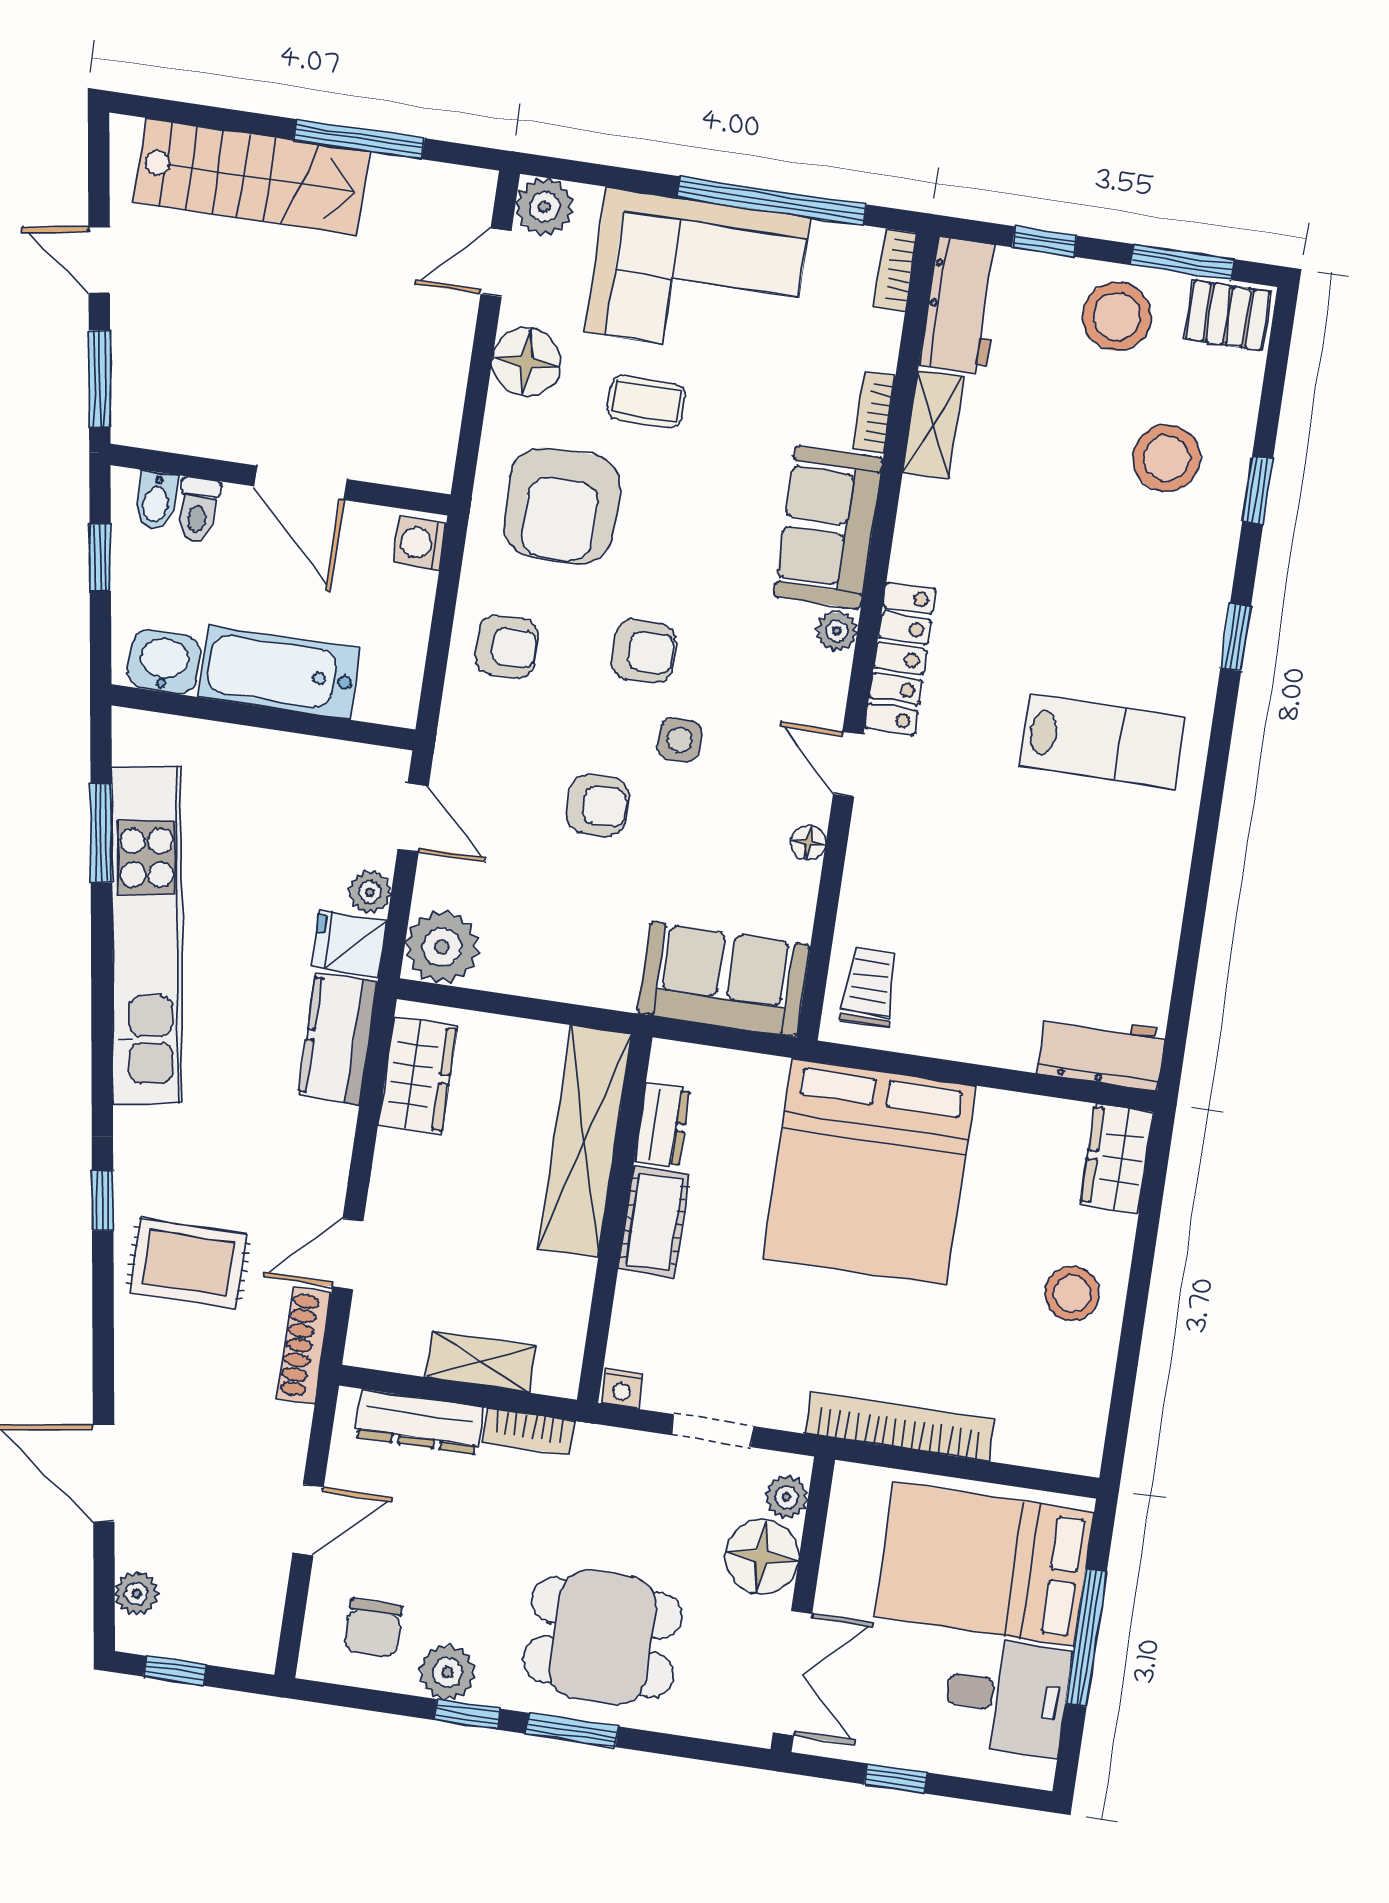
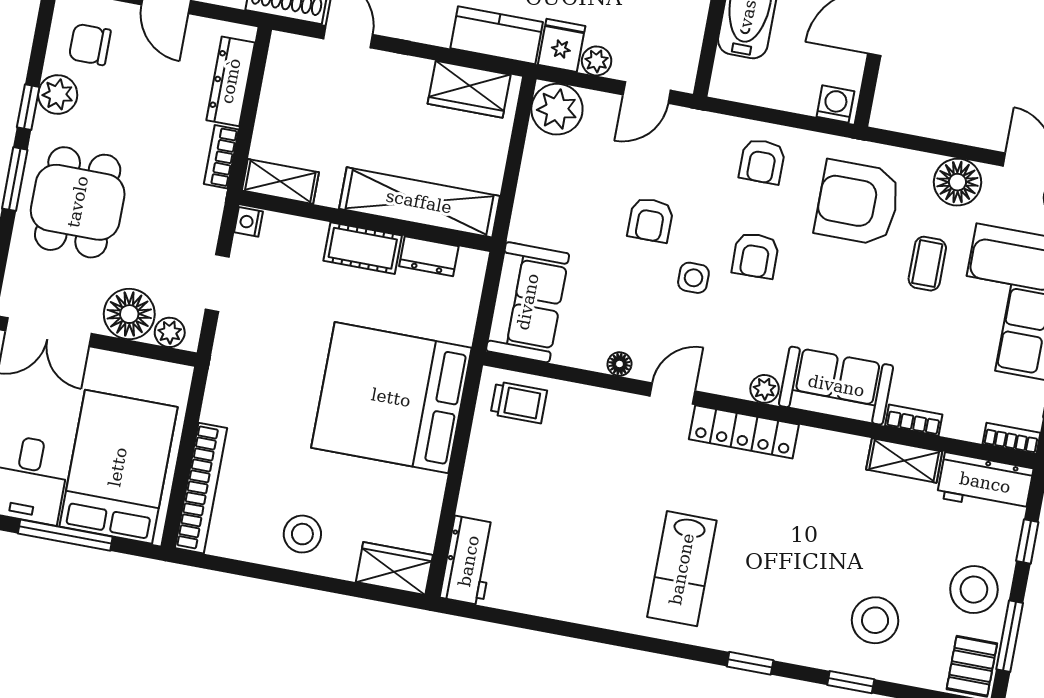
shelving: (481, 1362) -> (280, 181), moved, turned 90
bookcase: (900, 1427) -> (201, 488), moved

